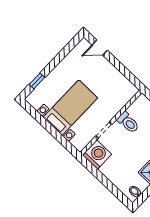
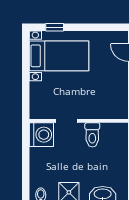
bed with nightstands: (70, 108) -> (59, 56), moved

